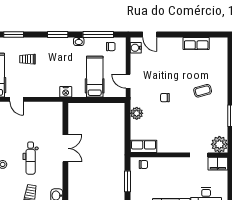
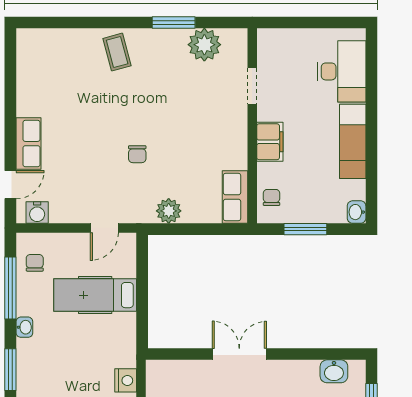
row of seats: (196, 43) -> (28, 144), moved
coffee table: (203, 91) -> (117, 52), moved
nightstand: (66, 92) -> (126, 380), moved
plant: (219, 144) -> (204, 45), moved
filing cabinet: (218, 164) -> (270, 142), moved

